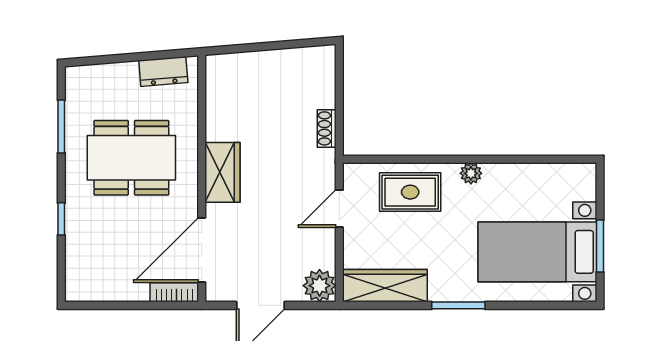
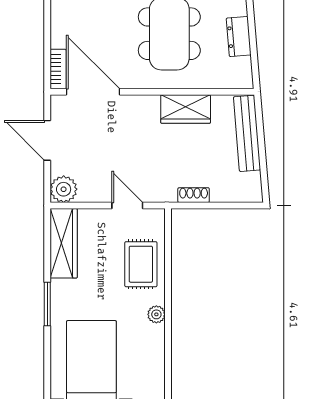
bench: (252, 64) -> (247, 133), added
dresser: (163, 71) -> (239, 36), moved
wardrobe: (223, 172) -> (186, 109), moved

